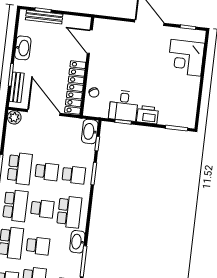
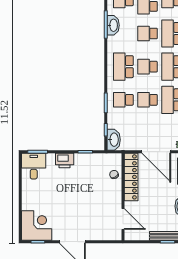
corner desk: (186, 58) -> (37, 226), moved
desk: (124, 106) -> (34, 166), moved
washbasin: (77, 242) -> (113, 25), moved

